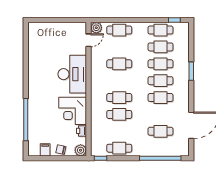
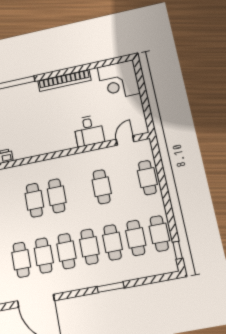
plant: (96, 28) -> (144, 147), removed
door: (89, 40) -> (125, 140), swing flipped
desk: (72, 74) -> (89, 131), width x0.53, depth x0.77
bookcase: (32, 76) -> (64, 80), added
corner desk: (73, 111) -> (119, 80), moved, turned -90
cafe table: (160, 114) -> (44, 255), added

